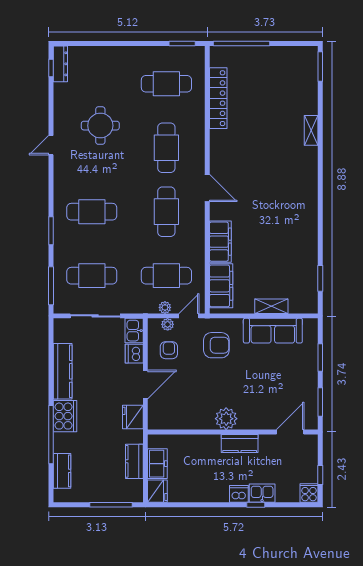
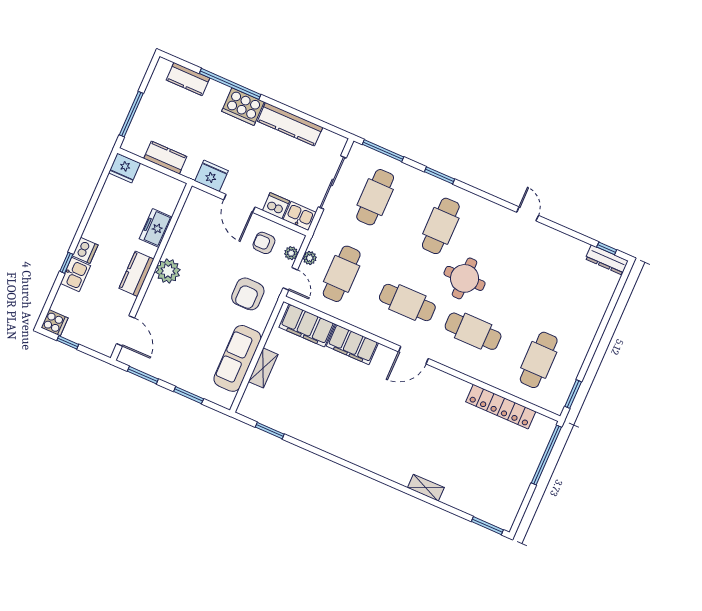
round table: (100, 126) -> (465, 278), moved
armchair: (169, 350) -> (264, 243), turned 180
freezer: (157, 464) -> (156, 228), moved, turned 90

